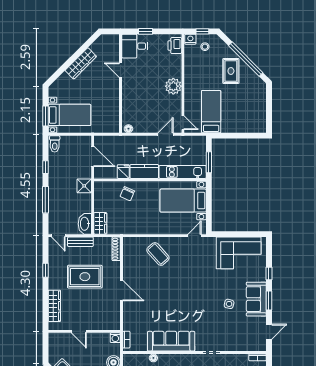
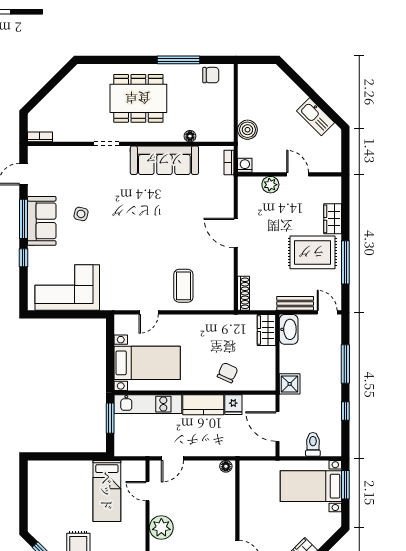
door: (183, 123) -> (148, 491), moved
toilet: (55, 144) -> (313, 444), moved
door: (194, 236) -> (149, 312), moved
coffee table: (158, 254) -> (183, 286), turned 42
window: (45, 270) -> (345, 262), width x2.17
rug: (85, 277) -> (312, 252), moved
window: (269, 300) -> (23, 219), width x1.44
wardrobe: (54, 306) -> (333, 219), width x0.67
plant: (98, 324) -> (270, 185), added

